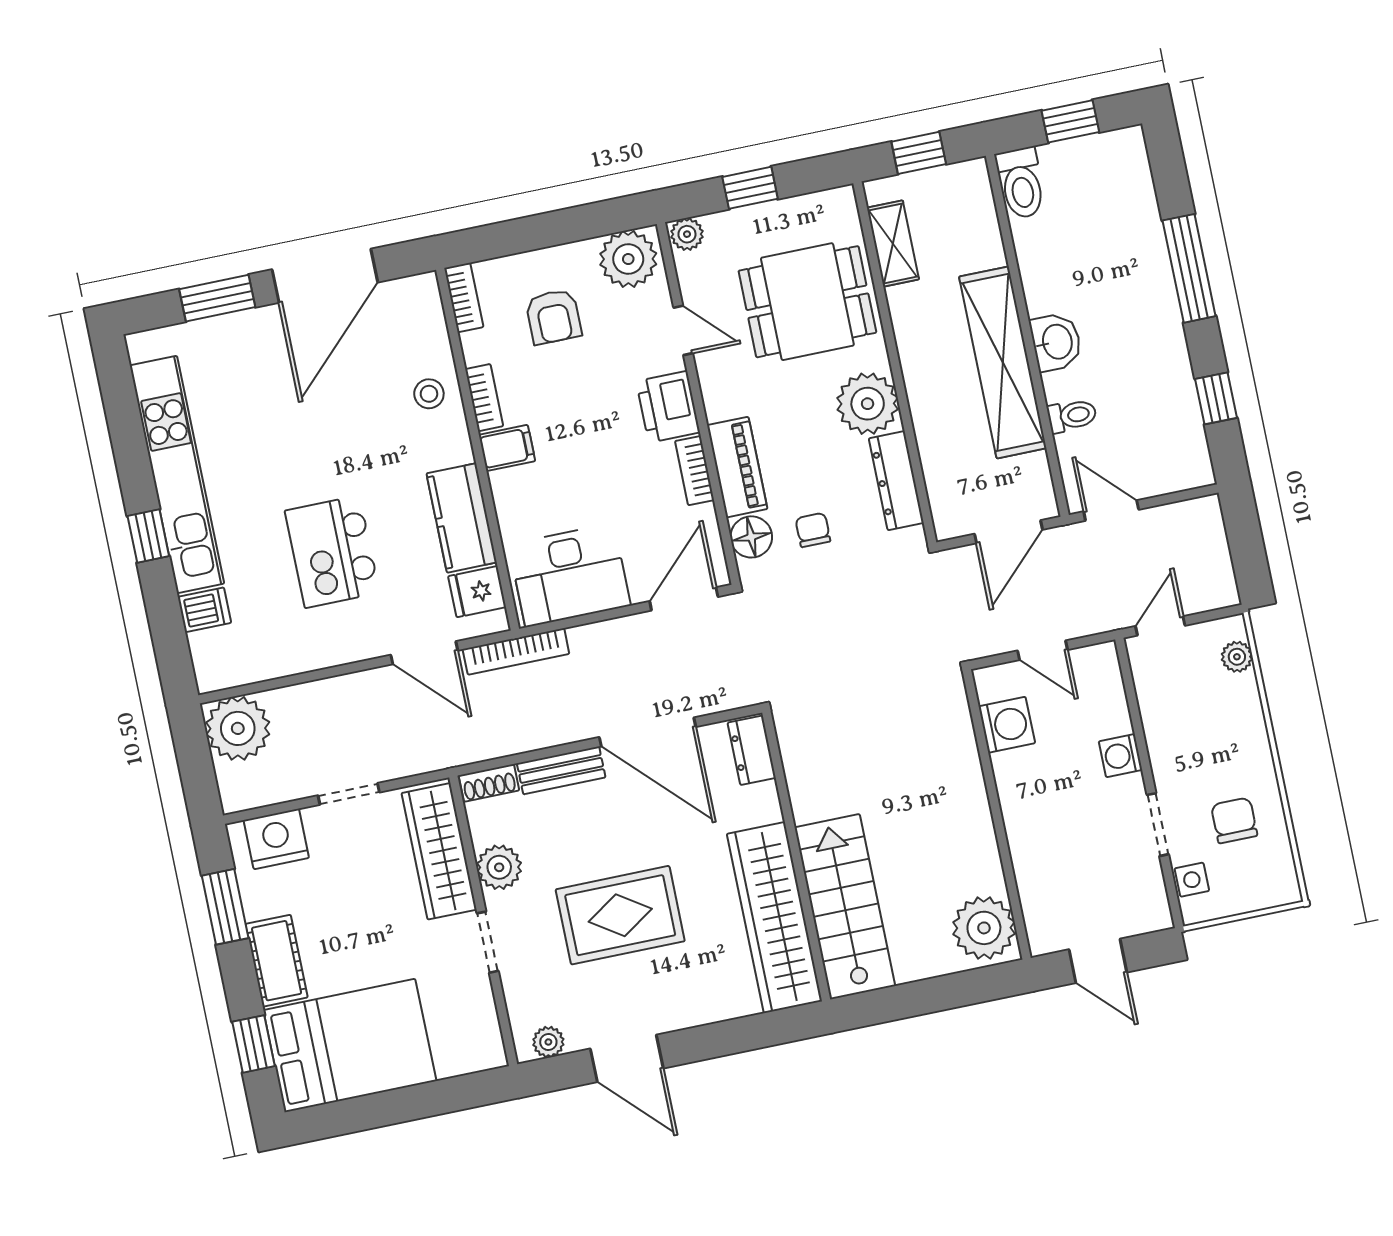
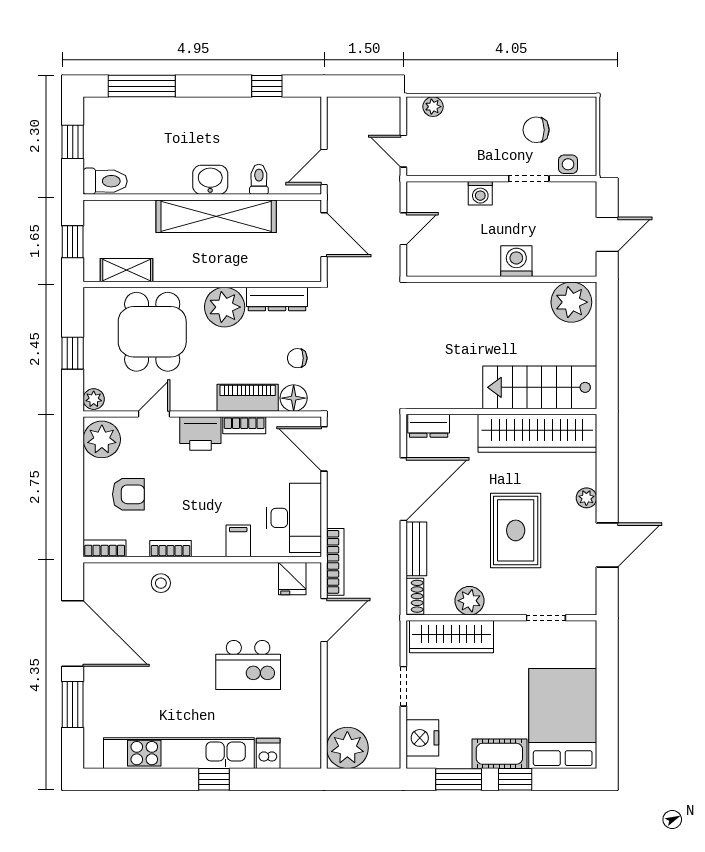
window: (1189, 268) -> (142, 86), moved
filing cabinet: (507, 448) -> (238, 541), moved
kitchen counter: (462, 518) -> (244, 579), removed
washing machine: (1007, 725) -> (516, 261), moved
doorway: (488, 942) -> (546, 618), moved
plant: (548, 1042) -> (586, 498), moved
window: (254, 1044) -> (515, 779), moved

